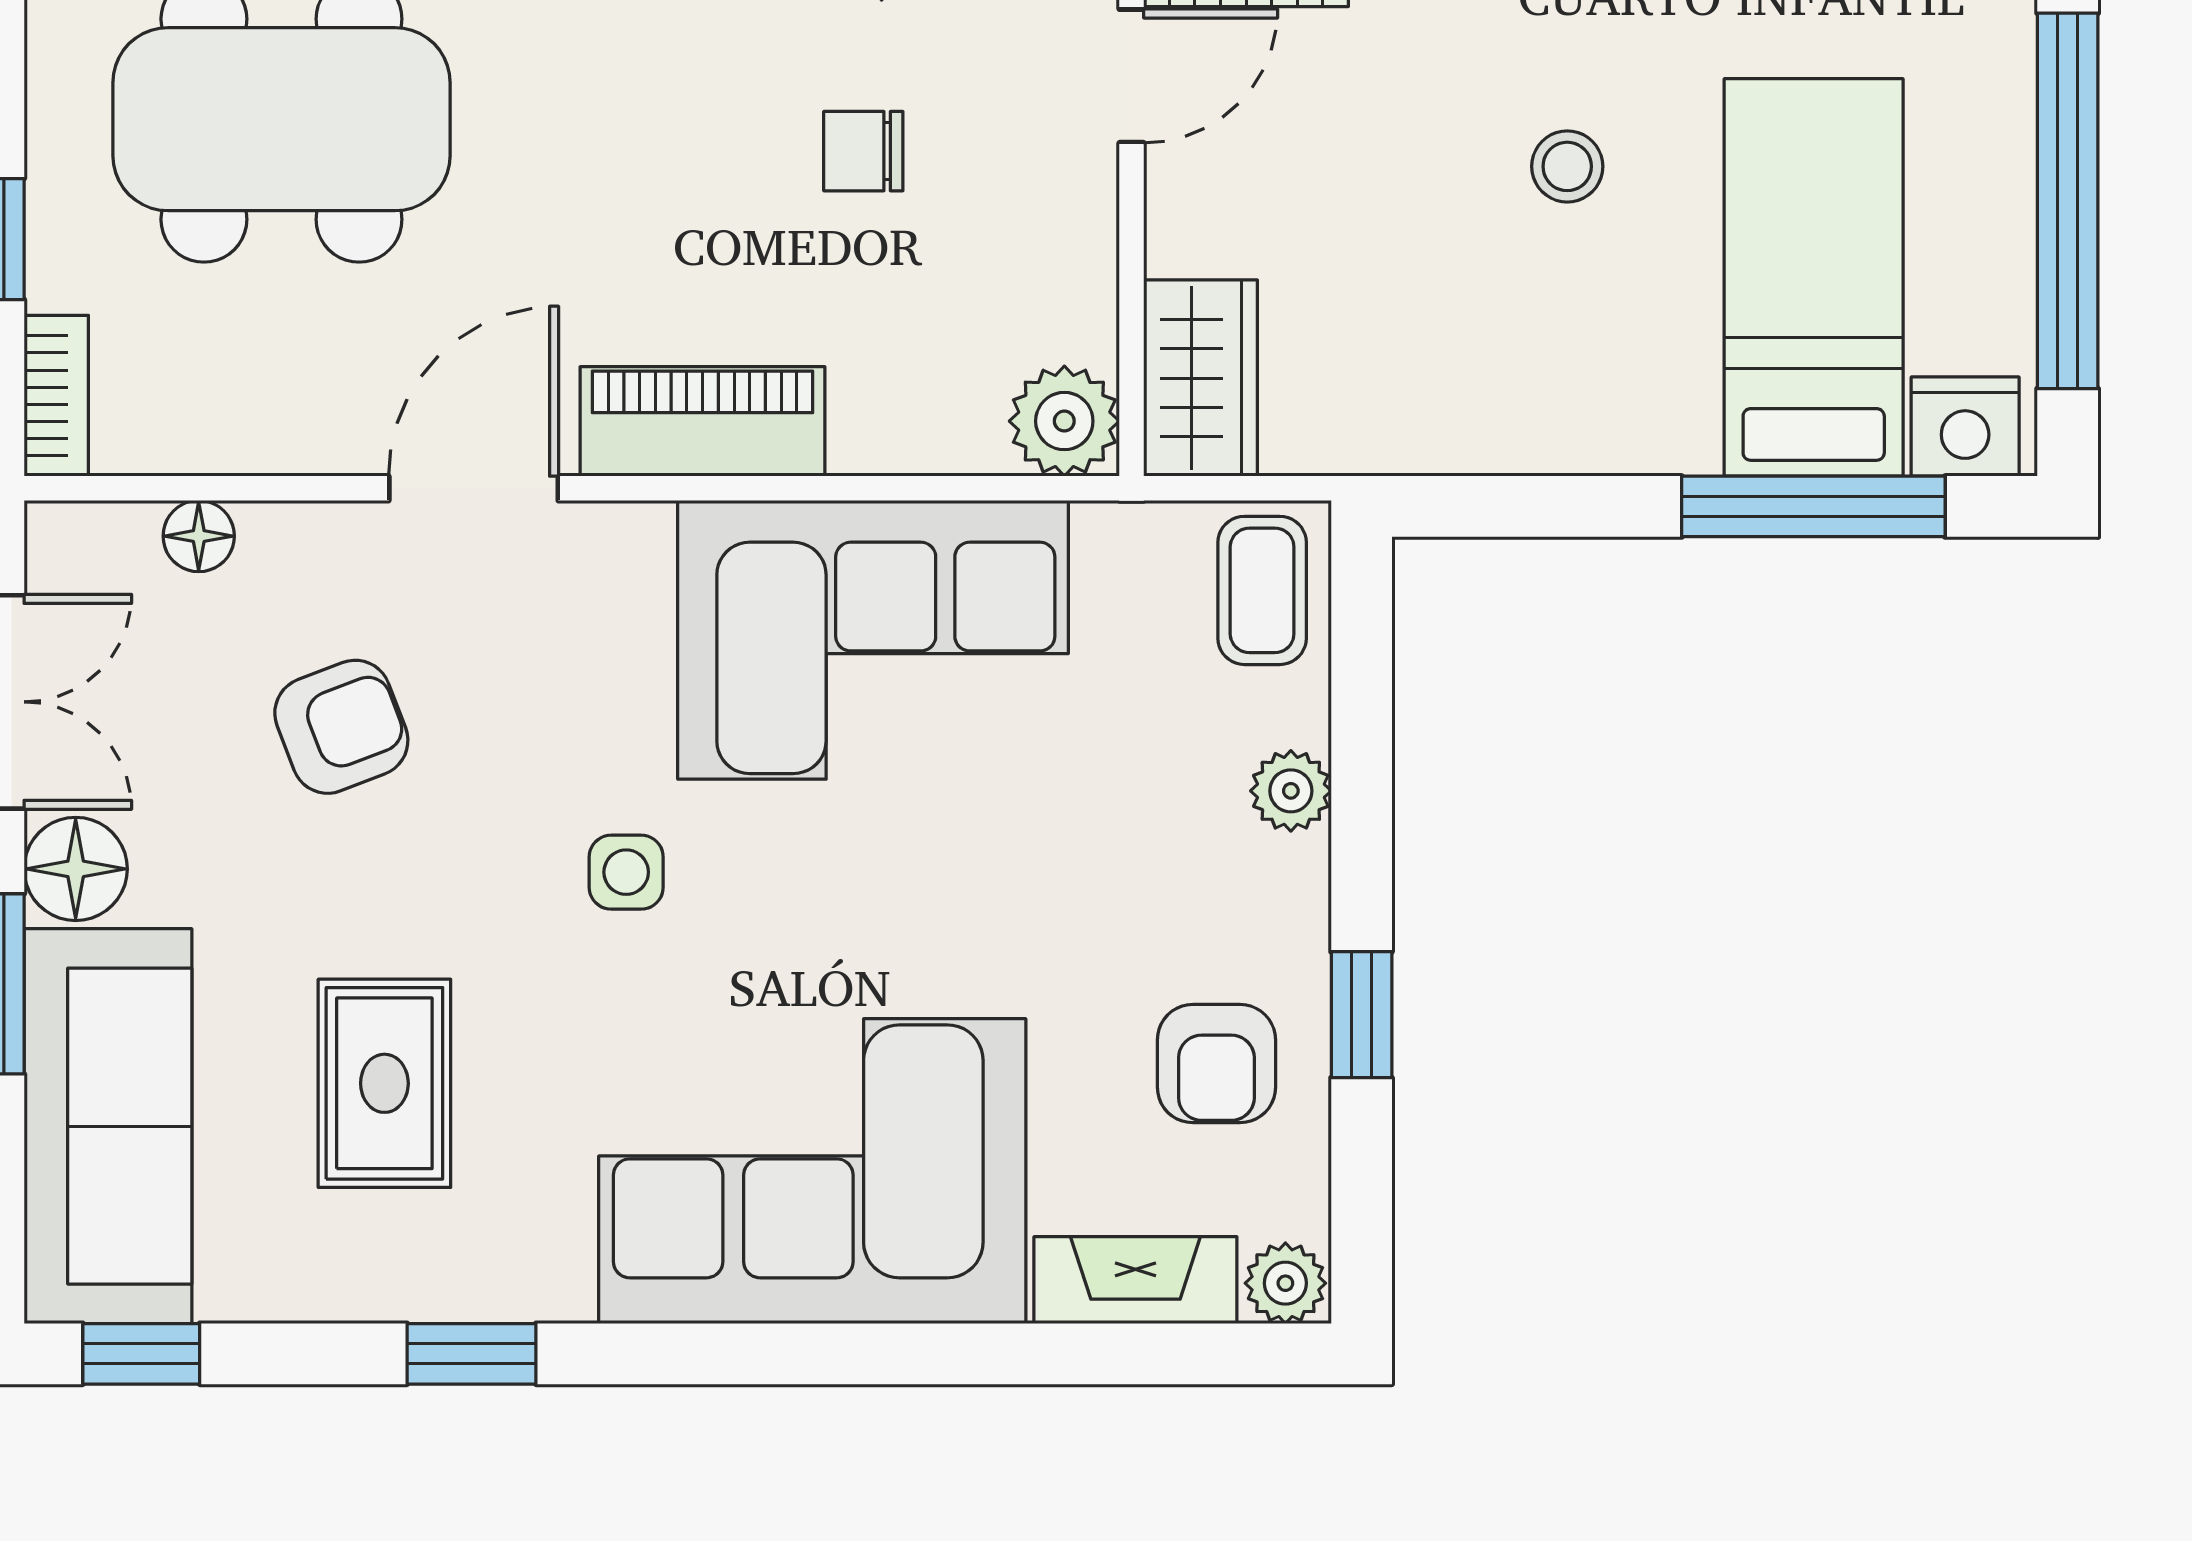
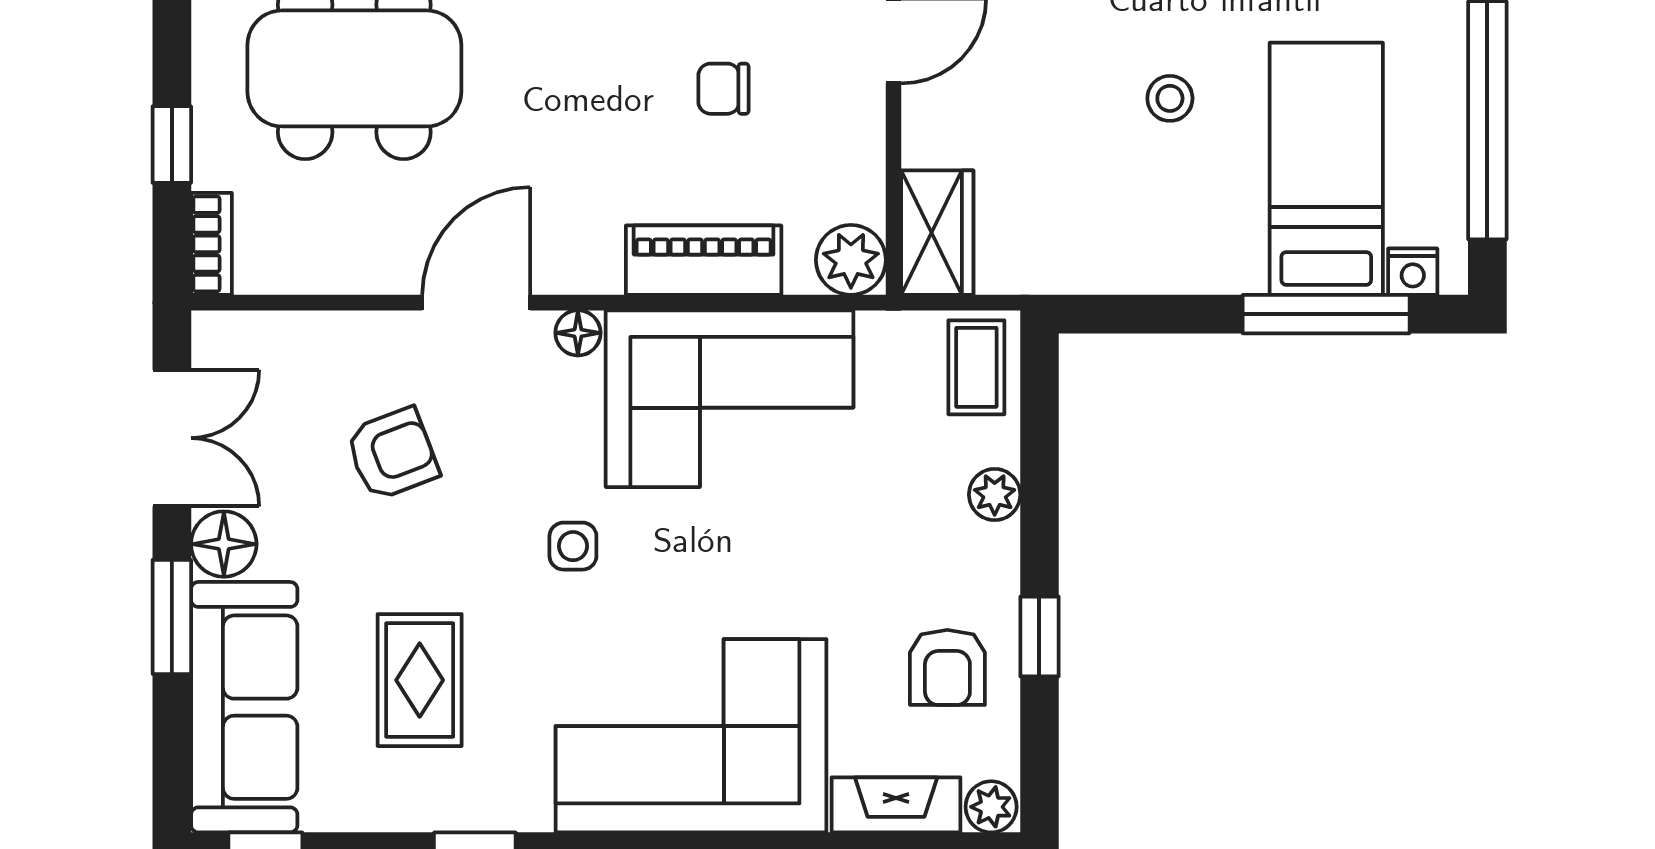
piano: (703, 421) -> (704, 260), moved
nightstand: (1965, 427) -> (1413, 272), width x0.72, depth x0.74
floor lamp: (199, 536) -> (578, 333), moved

